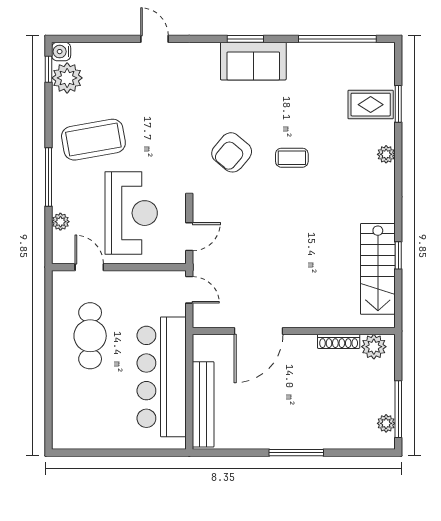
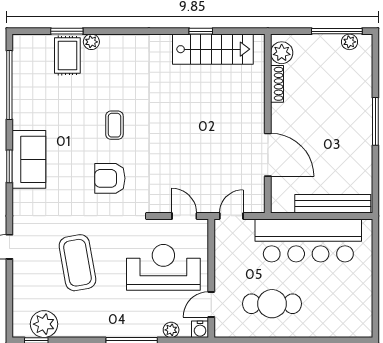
water cooler: (61, 52) -> (200, 329), moved
coffee table: (93, 140) -> (77, 263), moved
armchair: (232, 152) -> (110, 178), turned 140
plant: (386, 154) -> (91, 42), moved

